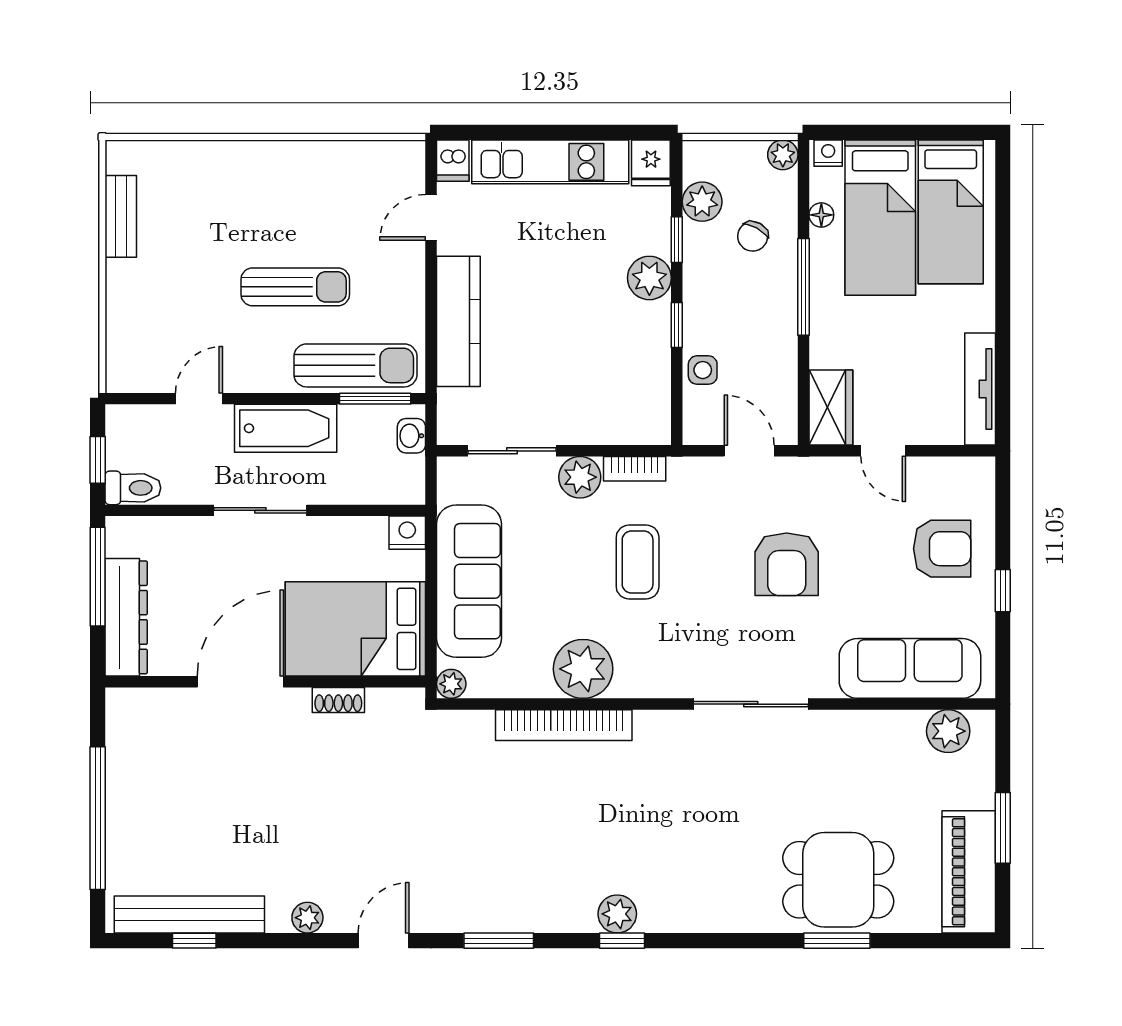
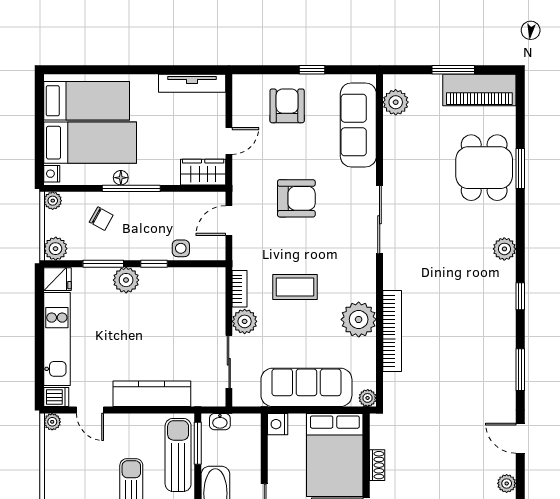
plant: (411, 154) -> (52, 422), added
plant: (702, 202) -> (56, 249), moved
floor lamp: (821, 215) -> (121, 178), moved
window: (677, 240) -> (103, 264), width x1.50
plant: (617, 914) -> (504, 249), moved

